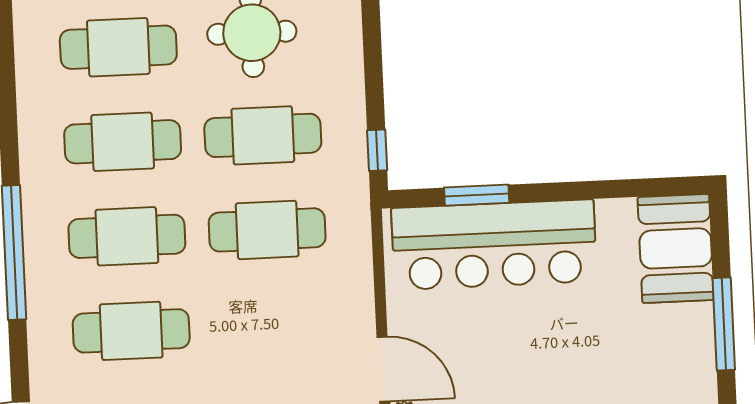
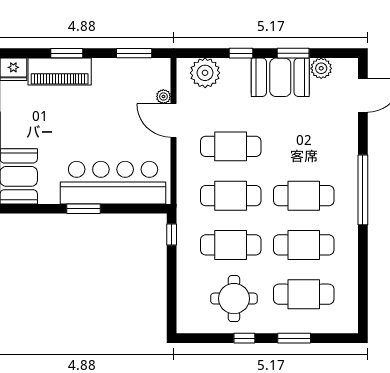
window: (477, 195) -> (83, 209), moved
cafe table: (131, 331) -> (231, 146), moved

